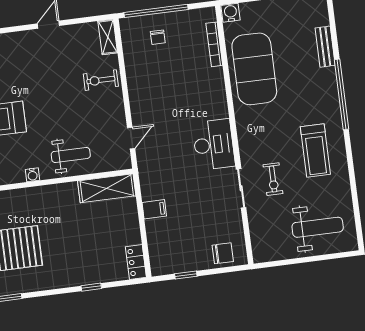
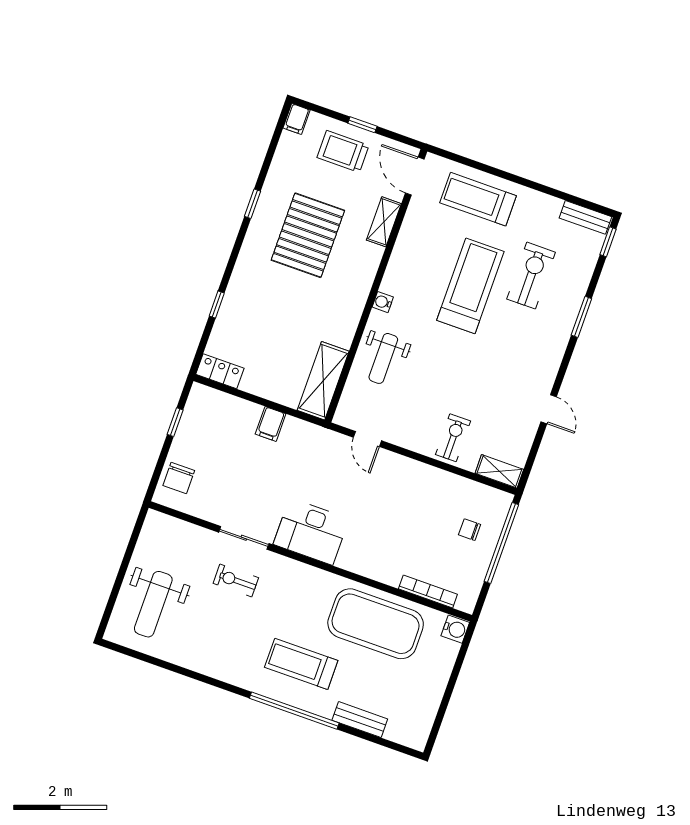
treadmill: (315, 151) -> (301, 664), moved

